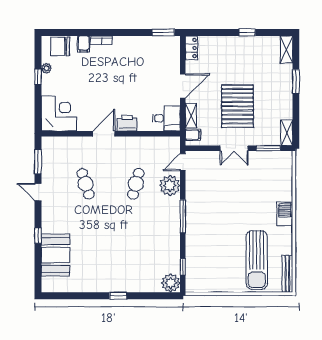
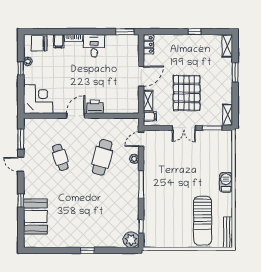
desk: (166, 118) -> (94, 46), moved, turned -90
cafe table: (136, 184) -> (102, 157), width x1.37, depth x1.35
plant: (170, 186) -> (134, 159), width x0.53, depth x0.53

